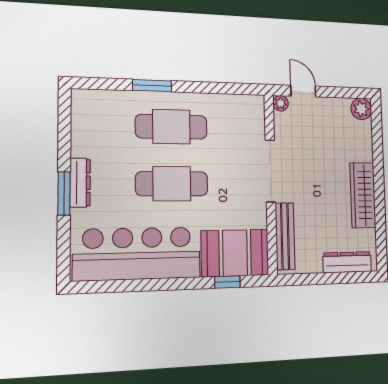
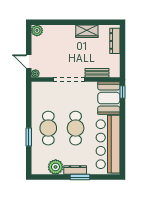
door: (303, 91) -> (29, 61), hinge flipped
plant: (87, 140) -> (56, 167), added
wardrobe: (363, 195) -> (87, 31), width x0.67
bench: (285, 236) -> (97, 73), width x0.73
window: (227, 282) -> (122, 92), moved

